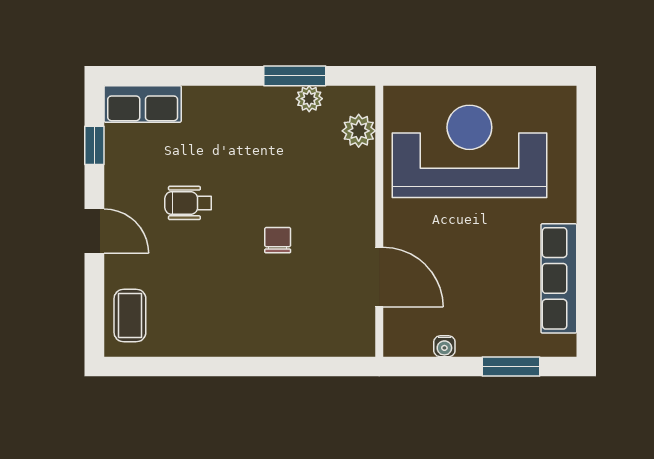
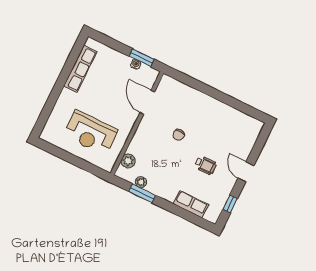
row of seats: (143, 104) -> (191, 204), moved
reception desk: (469, 151) -> (90, 133), width x0.74, depth x0.77
coffee table: (130, 316) -> (248, 134), removed
window: (511, 366) -> (142, 58), moved

